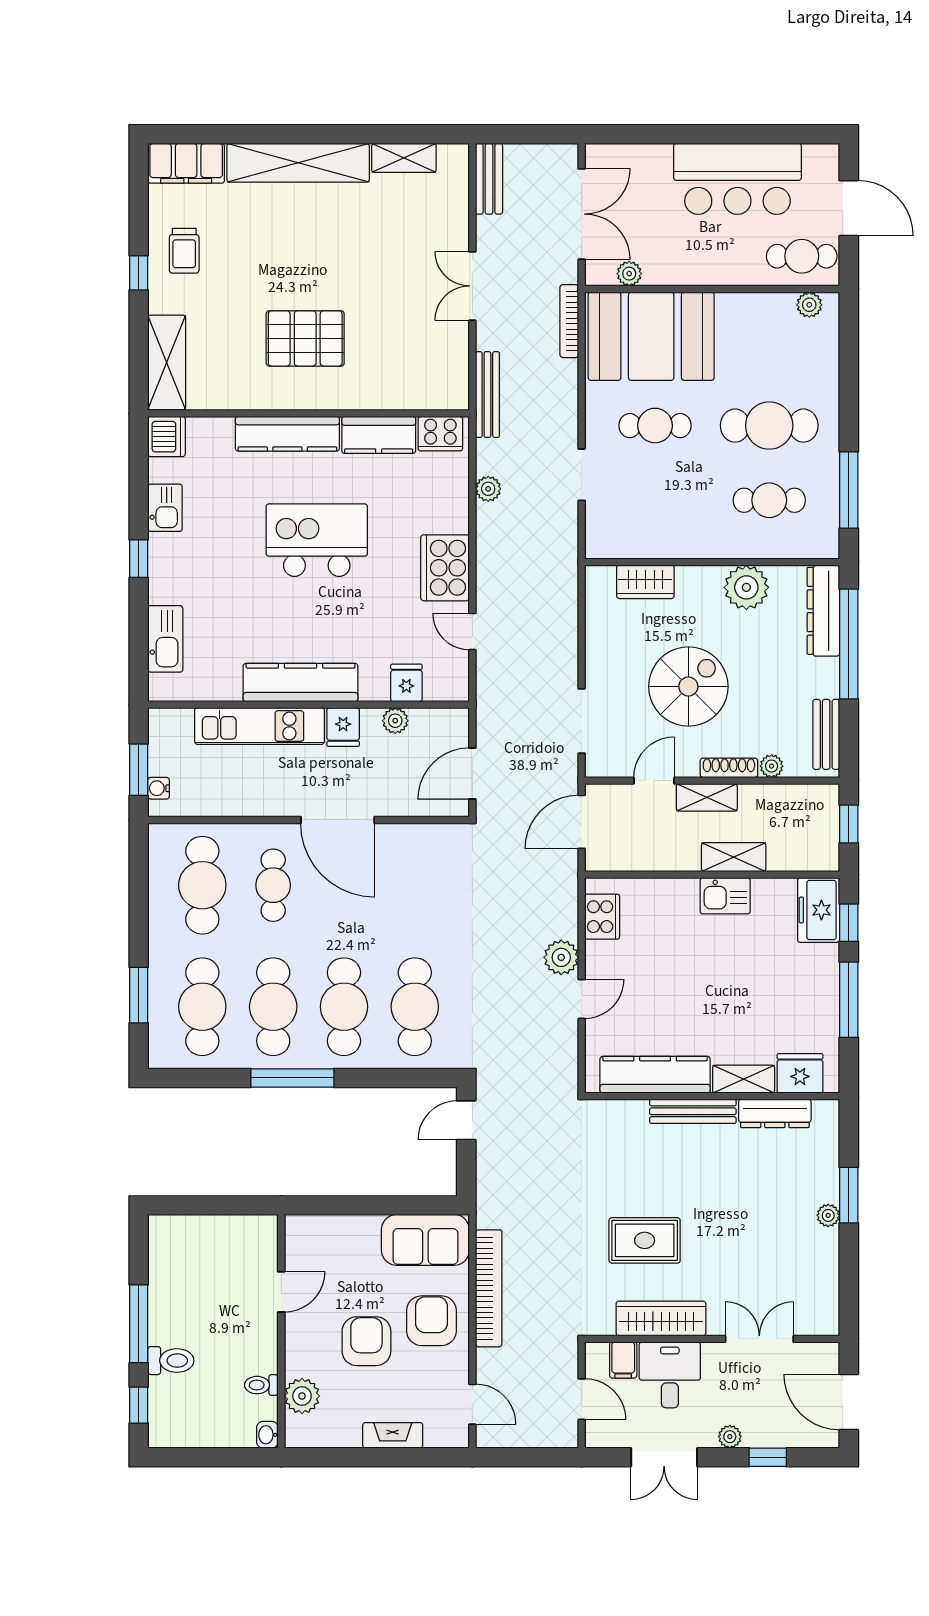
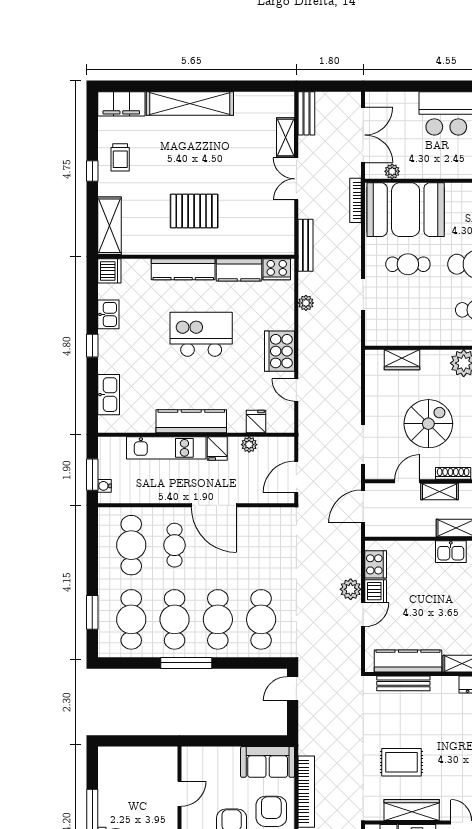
shelving: (404, 158) -> (286, 137), moved, turned 90
dishwasher: (602, 960) -> (376, 591), added
bench: (693, 1111) -> (403, 683), moved

